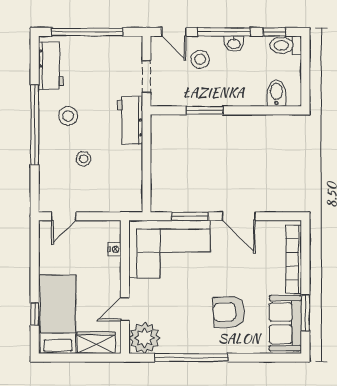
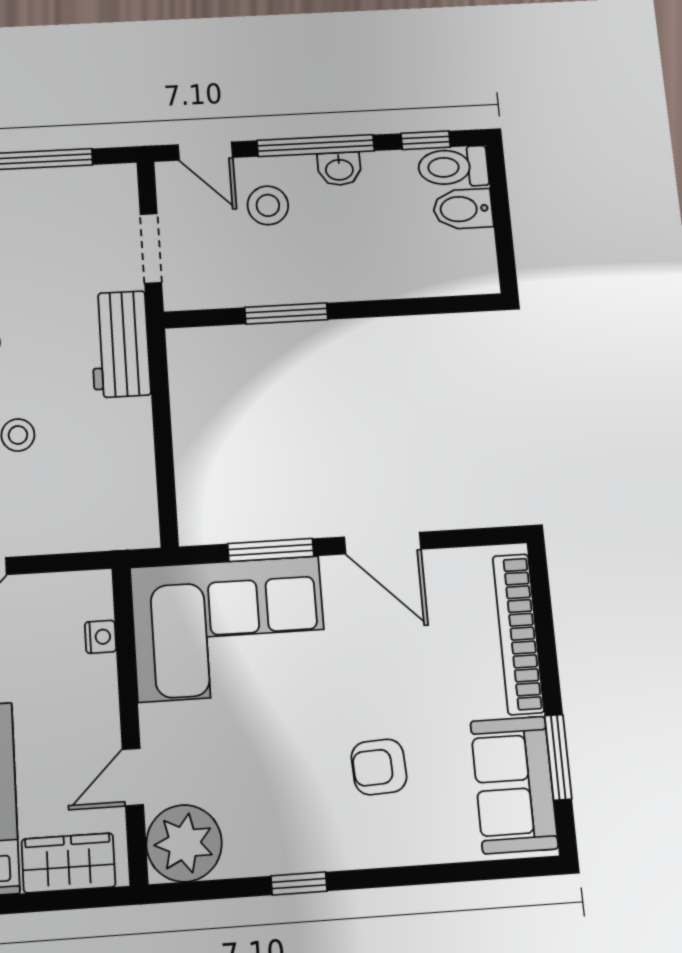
bidet: (276, 93) -> (463, 209), moved, turned -90
armchair: (229, 312) -> (379, 767), width x0.72, depth x0.72
window: (191, 358) -> (299, 884), width x0.32

